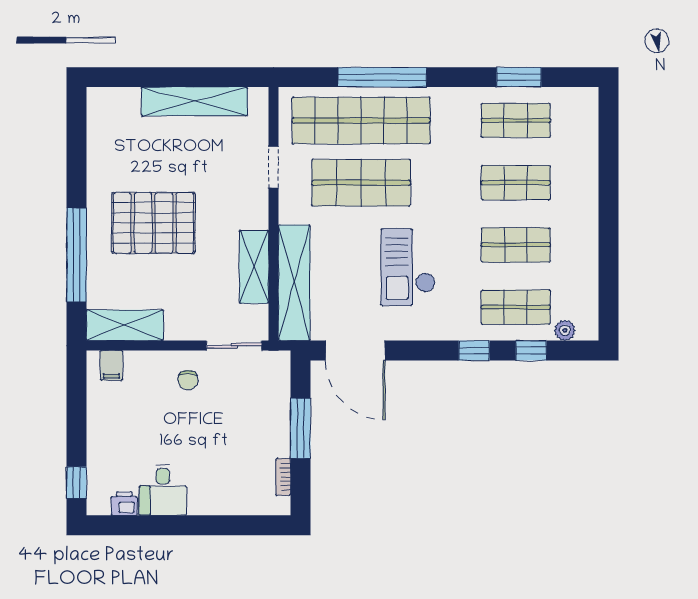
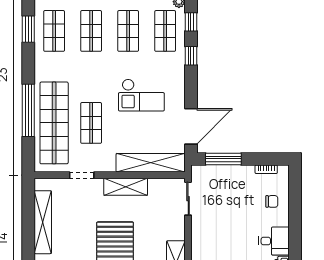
shop shelf: (361, 183) -> (91, 123), width x0.70, depth x0.74
shelving: (254, 267) -> (126, 187), moved
chair: (188, 380) -> (272, 201), moved
window: (301, 428) -> (223, 159), moved

